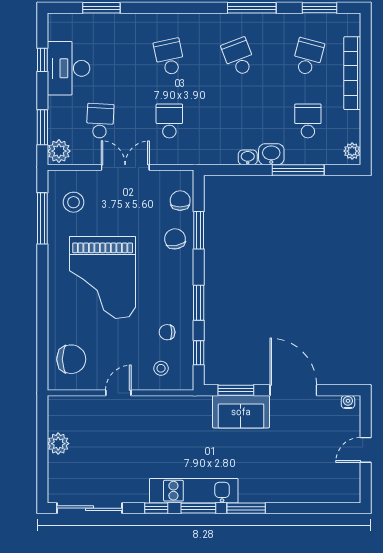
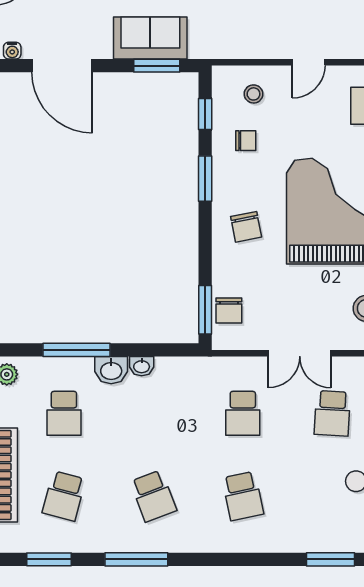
window: (199, 230) -> (205, 310), moved
chair: (175, 239) -> (246, 227), moved
door: (293, 390) -> (62, 66), moved

